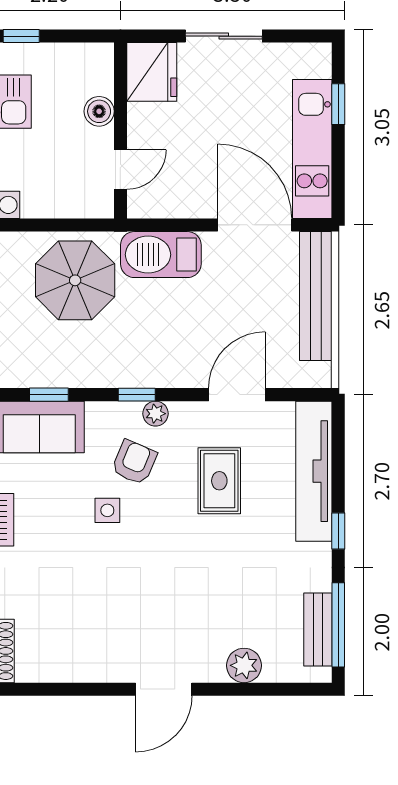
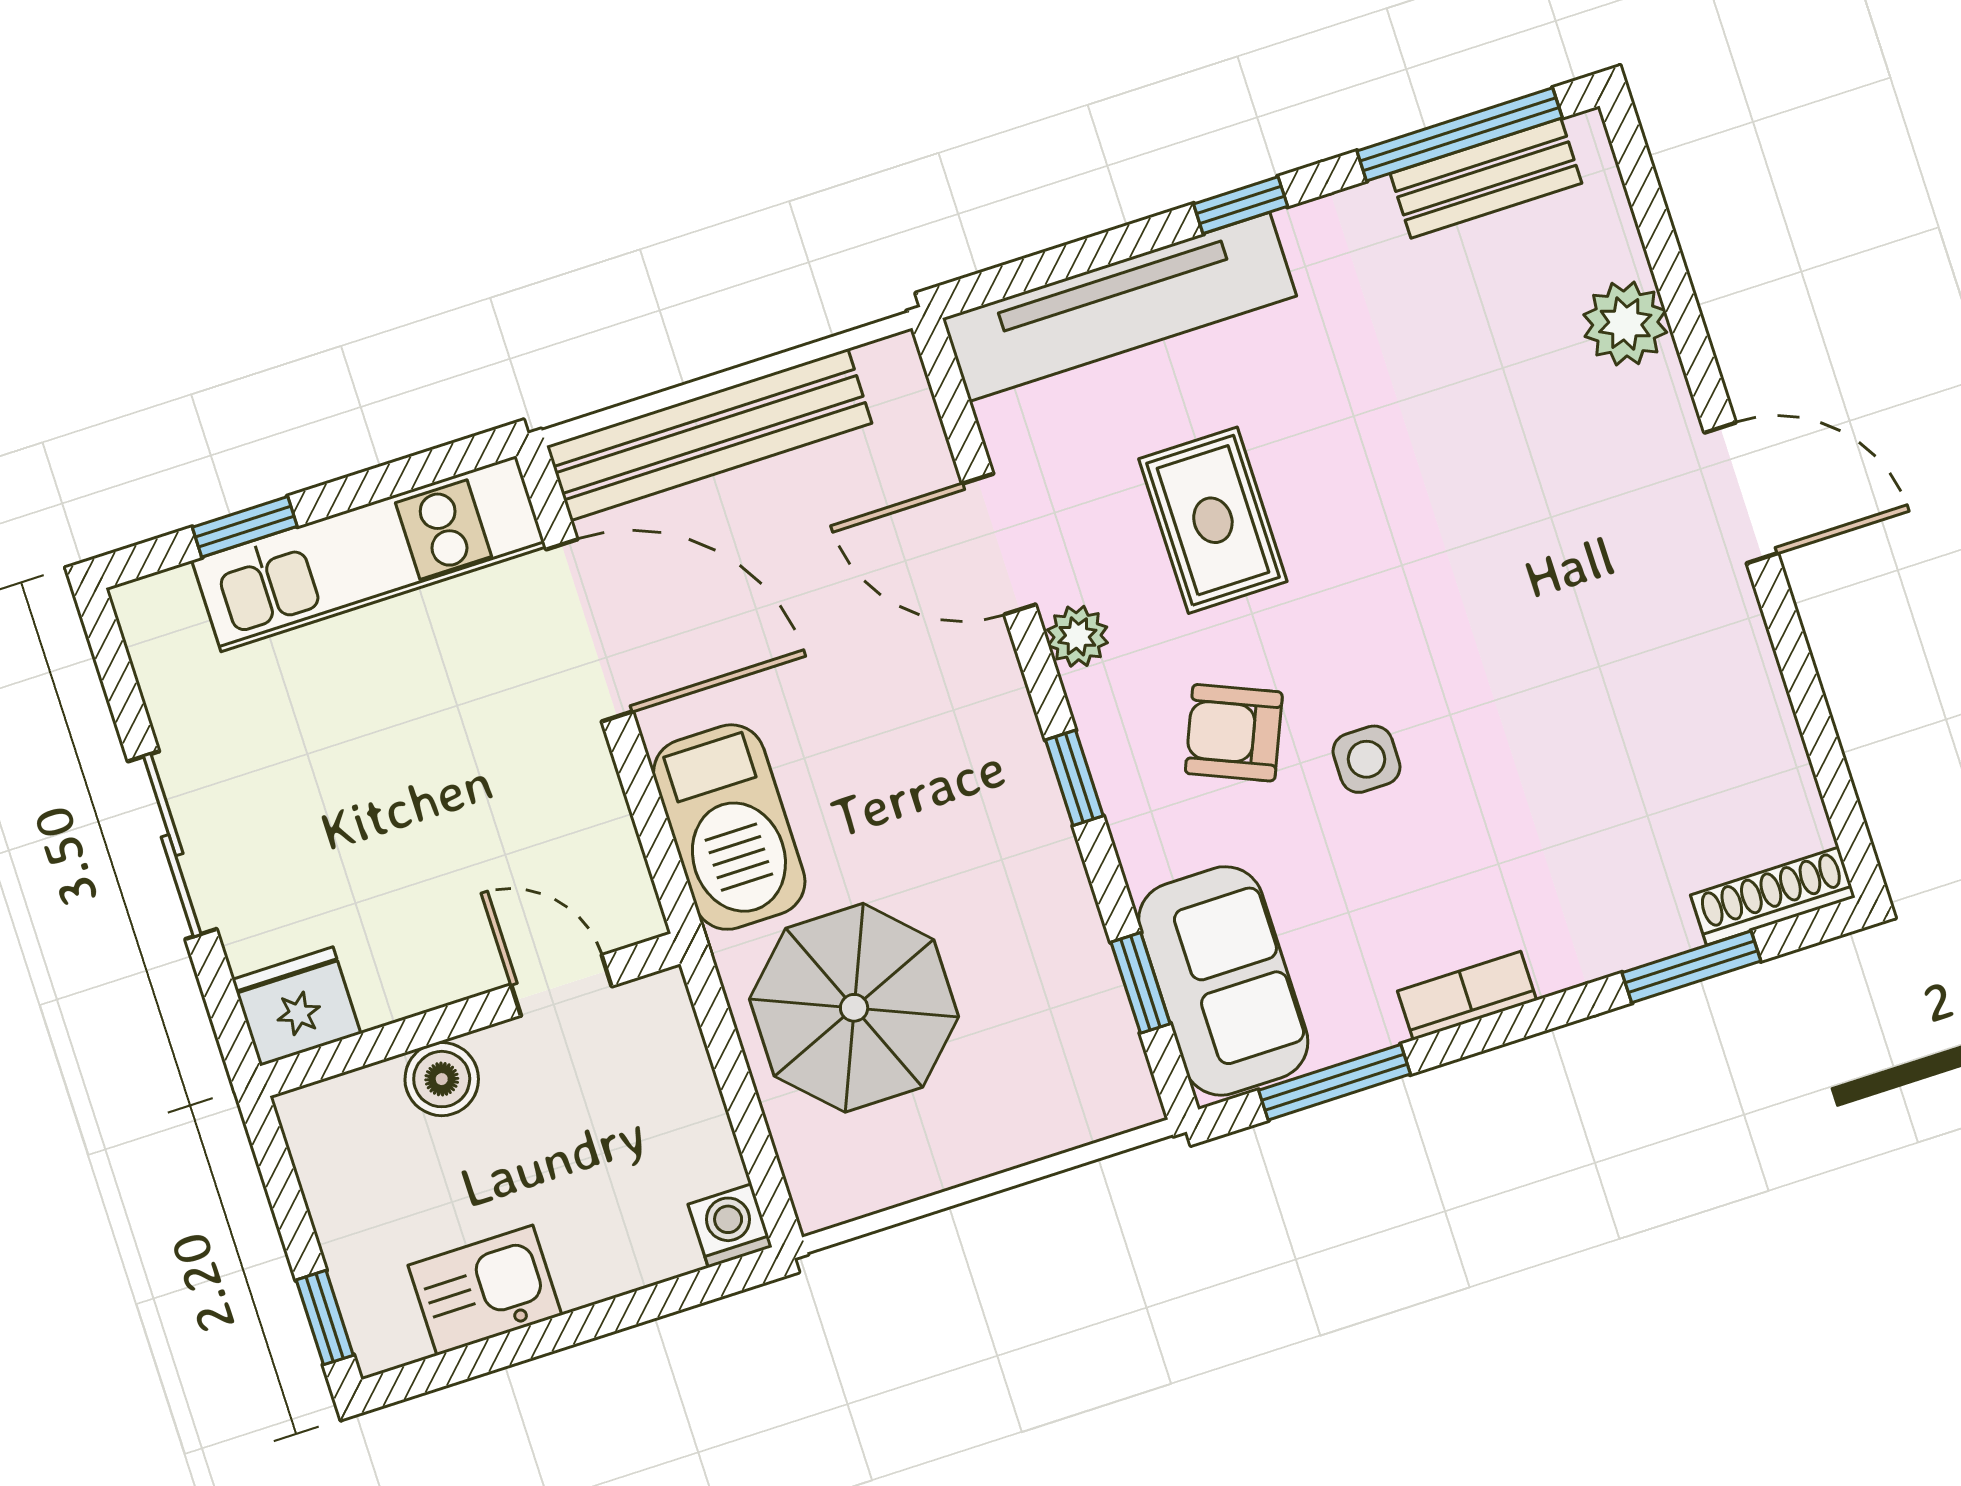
fridge: (152, 72) -> (296, 1006), width x0.73, depth x0.75
door: (255, 225) -> (589, 630), swing flipped
plant: (156, 414) -> (1077, 636), moved
rug: (219, 481) -> (1213, 520), turned 90

